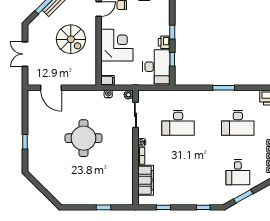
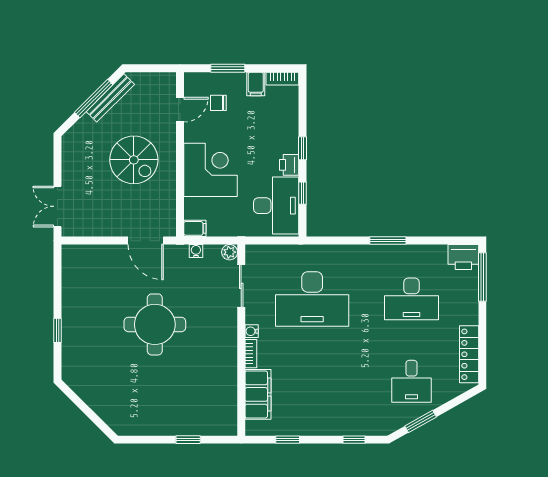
double door: (25, 54) -> (57, 206), moved
door: (51, 88) -> (146, 241), moved
desk: (178, 123) -> (312, 299), width x1.36, depth x1.30

